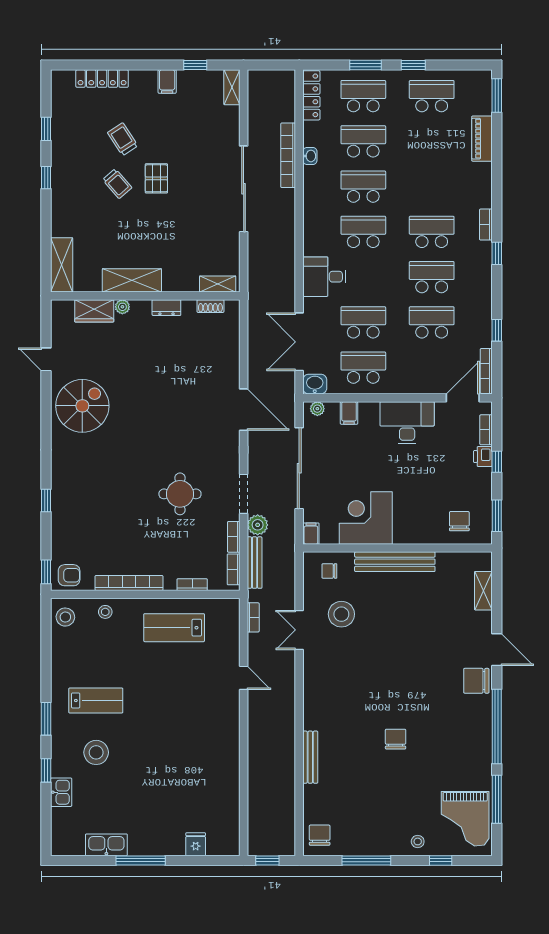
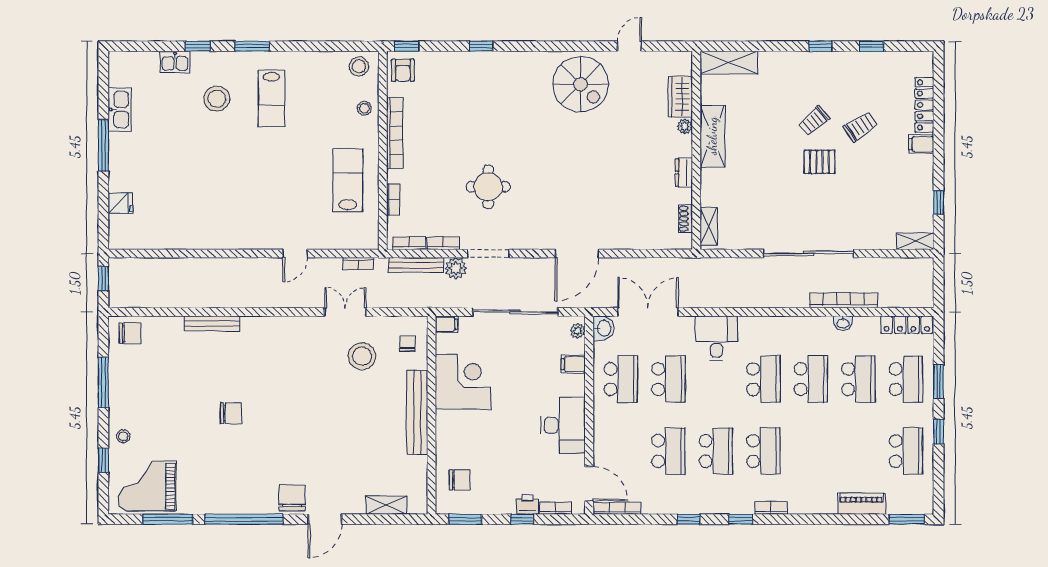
filing cabinet: (167, 81) -> (921, 144), moved
window: (497, 330) -> (689, 519), moved

